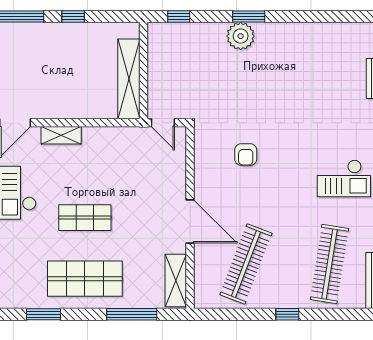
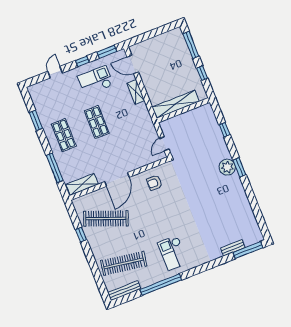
wall: (143, 71) -> (183, 110), moved
shelving: (129, 79) -> (176, 104), moved
armchair: (246, 155) -> (154, 183), moved
shop shelf: (85, 279) -> (64, 135), width x0.70, depth x0.74
window: (287, 314) -> (81, 235), moved

